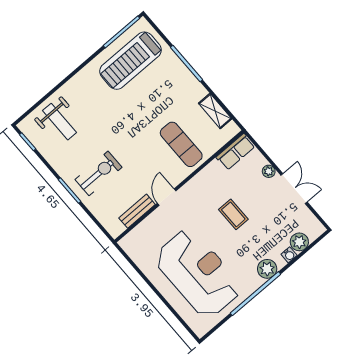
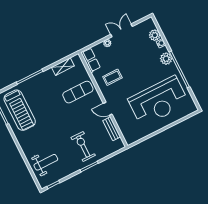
coffee table: (233, 214) -> (112, 77), moved
reception desk: (198, 273) -> (158, 101), turned 180

